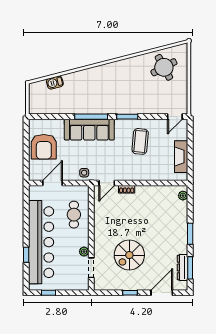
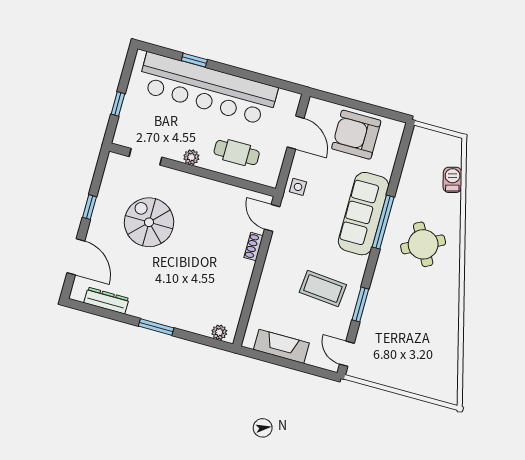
round table: (164, 67) -> (423, 244), moved
window: (127, 117) -> (360, 304), moved
plant: (84, 252) -> (191, 157), moved
window: (190, 268) -> (102, 312), removed
window: (48, 293) -> (118, 104), moved

